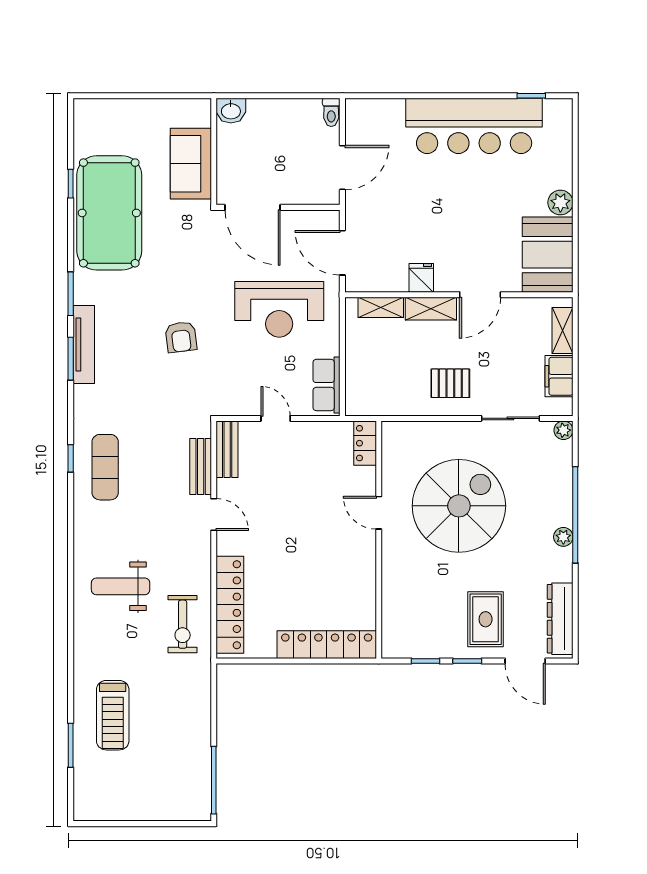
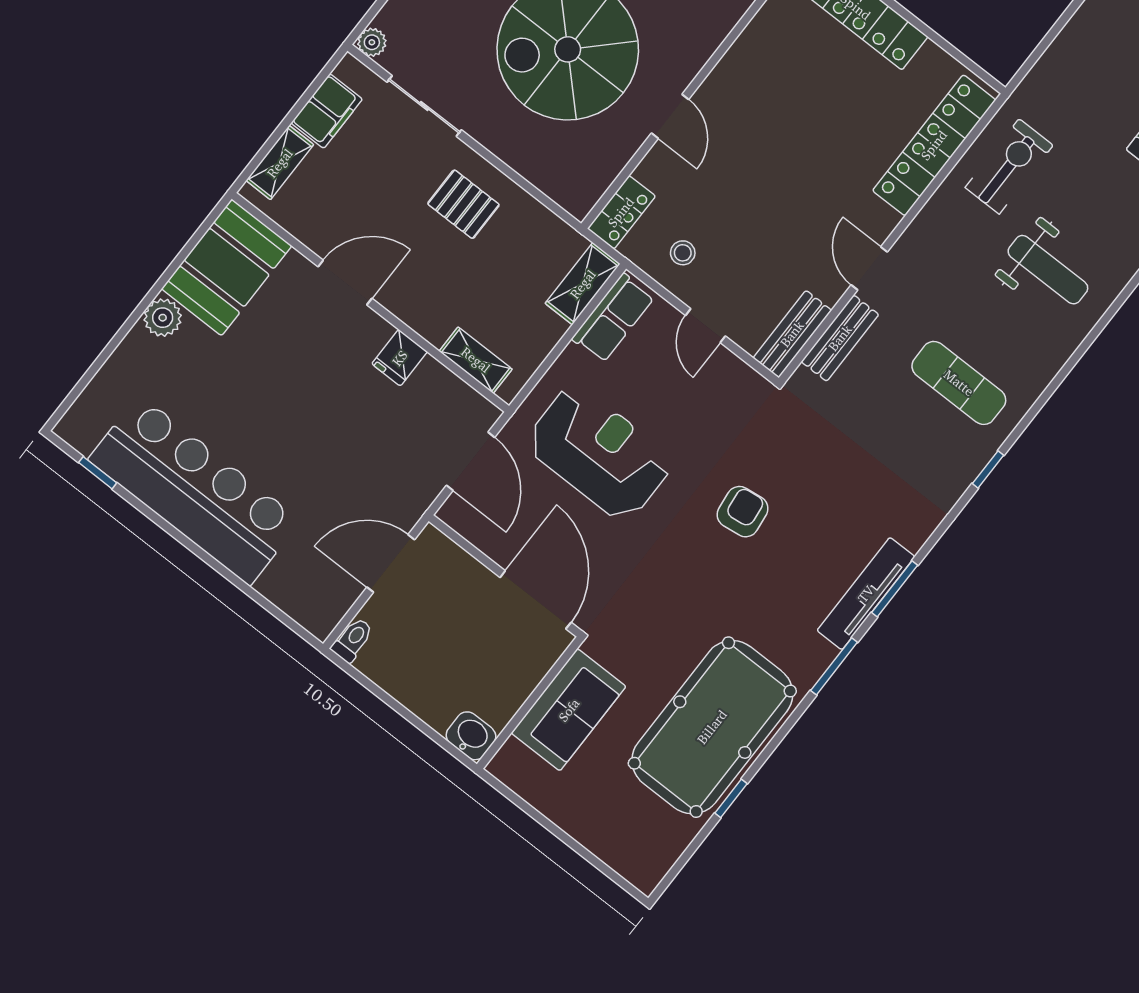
shelving: (431, 309) -> (583, 284), moved, turned 90
stool: (317, 447) -> (683, 253), added
exercise mat: (105, 467) -> (959, 383), moved, turned 90

